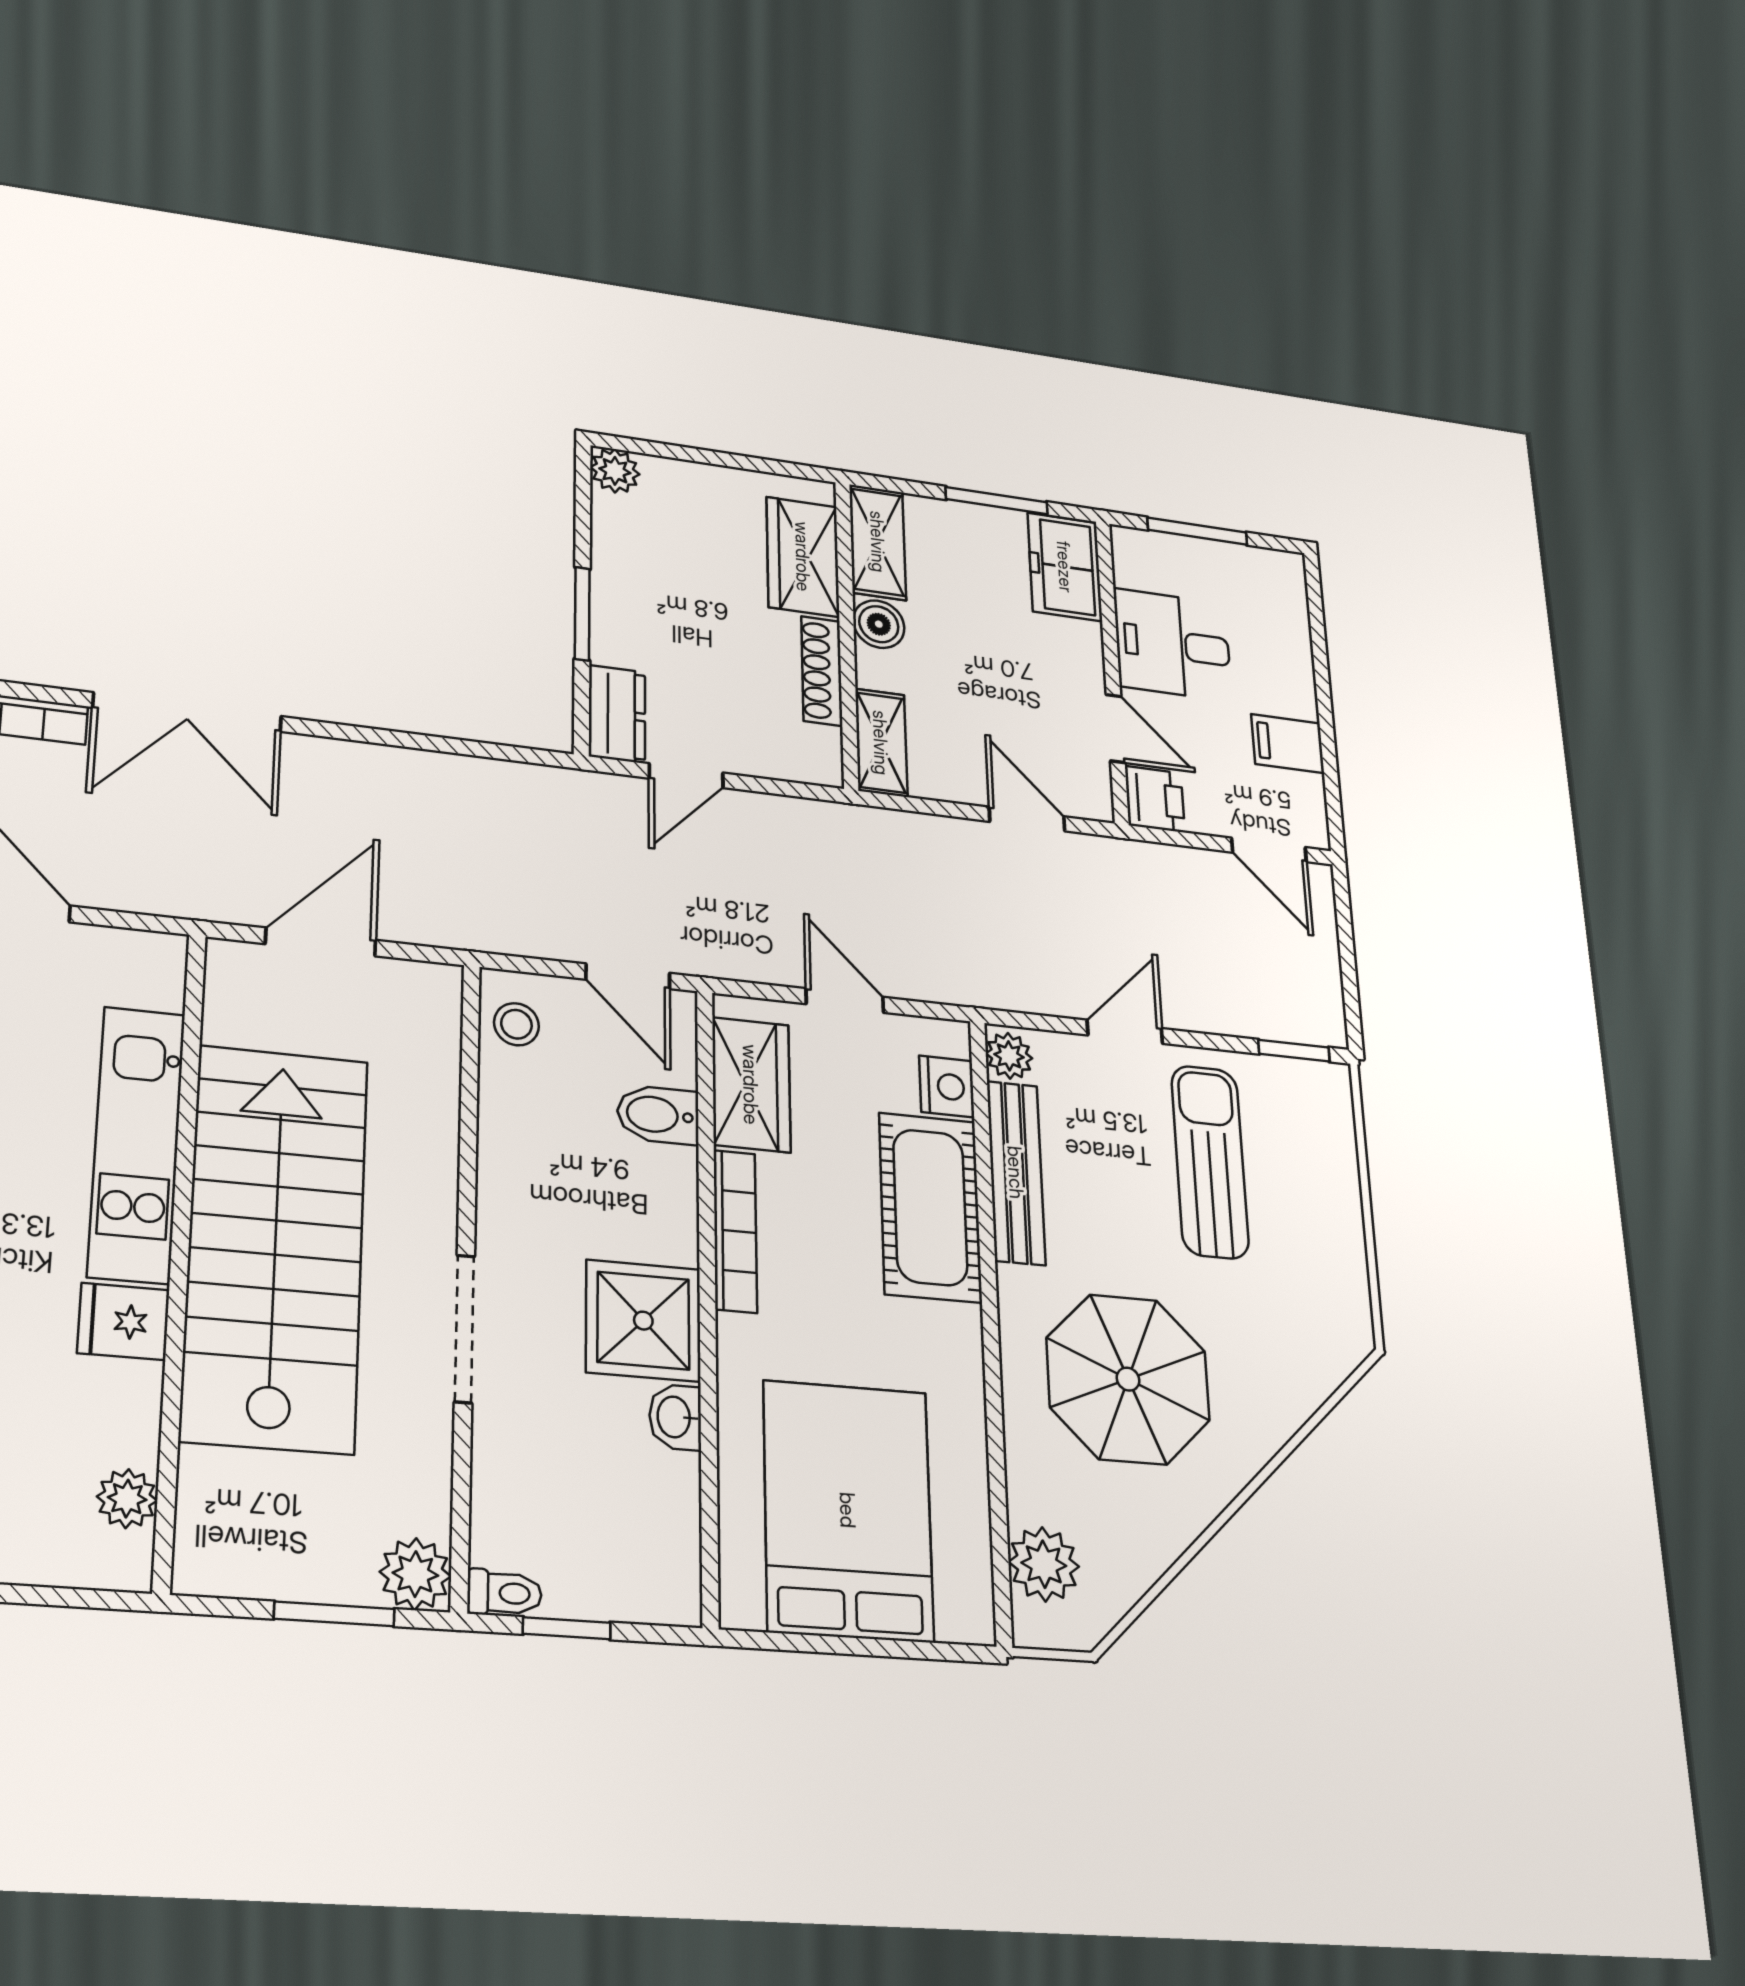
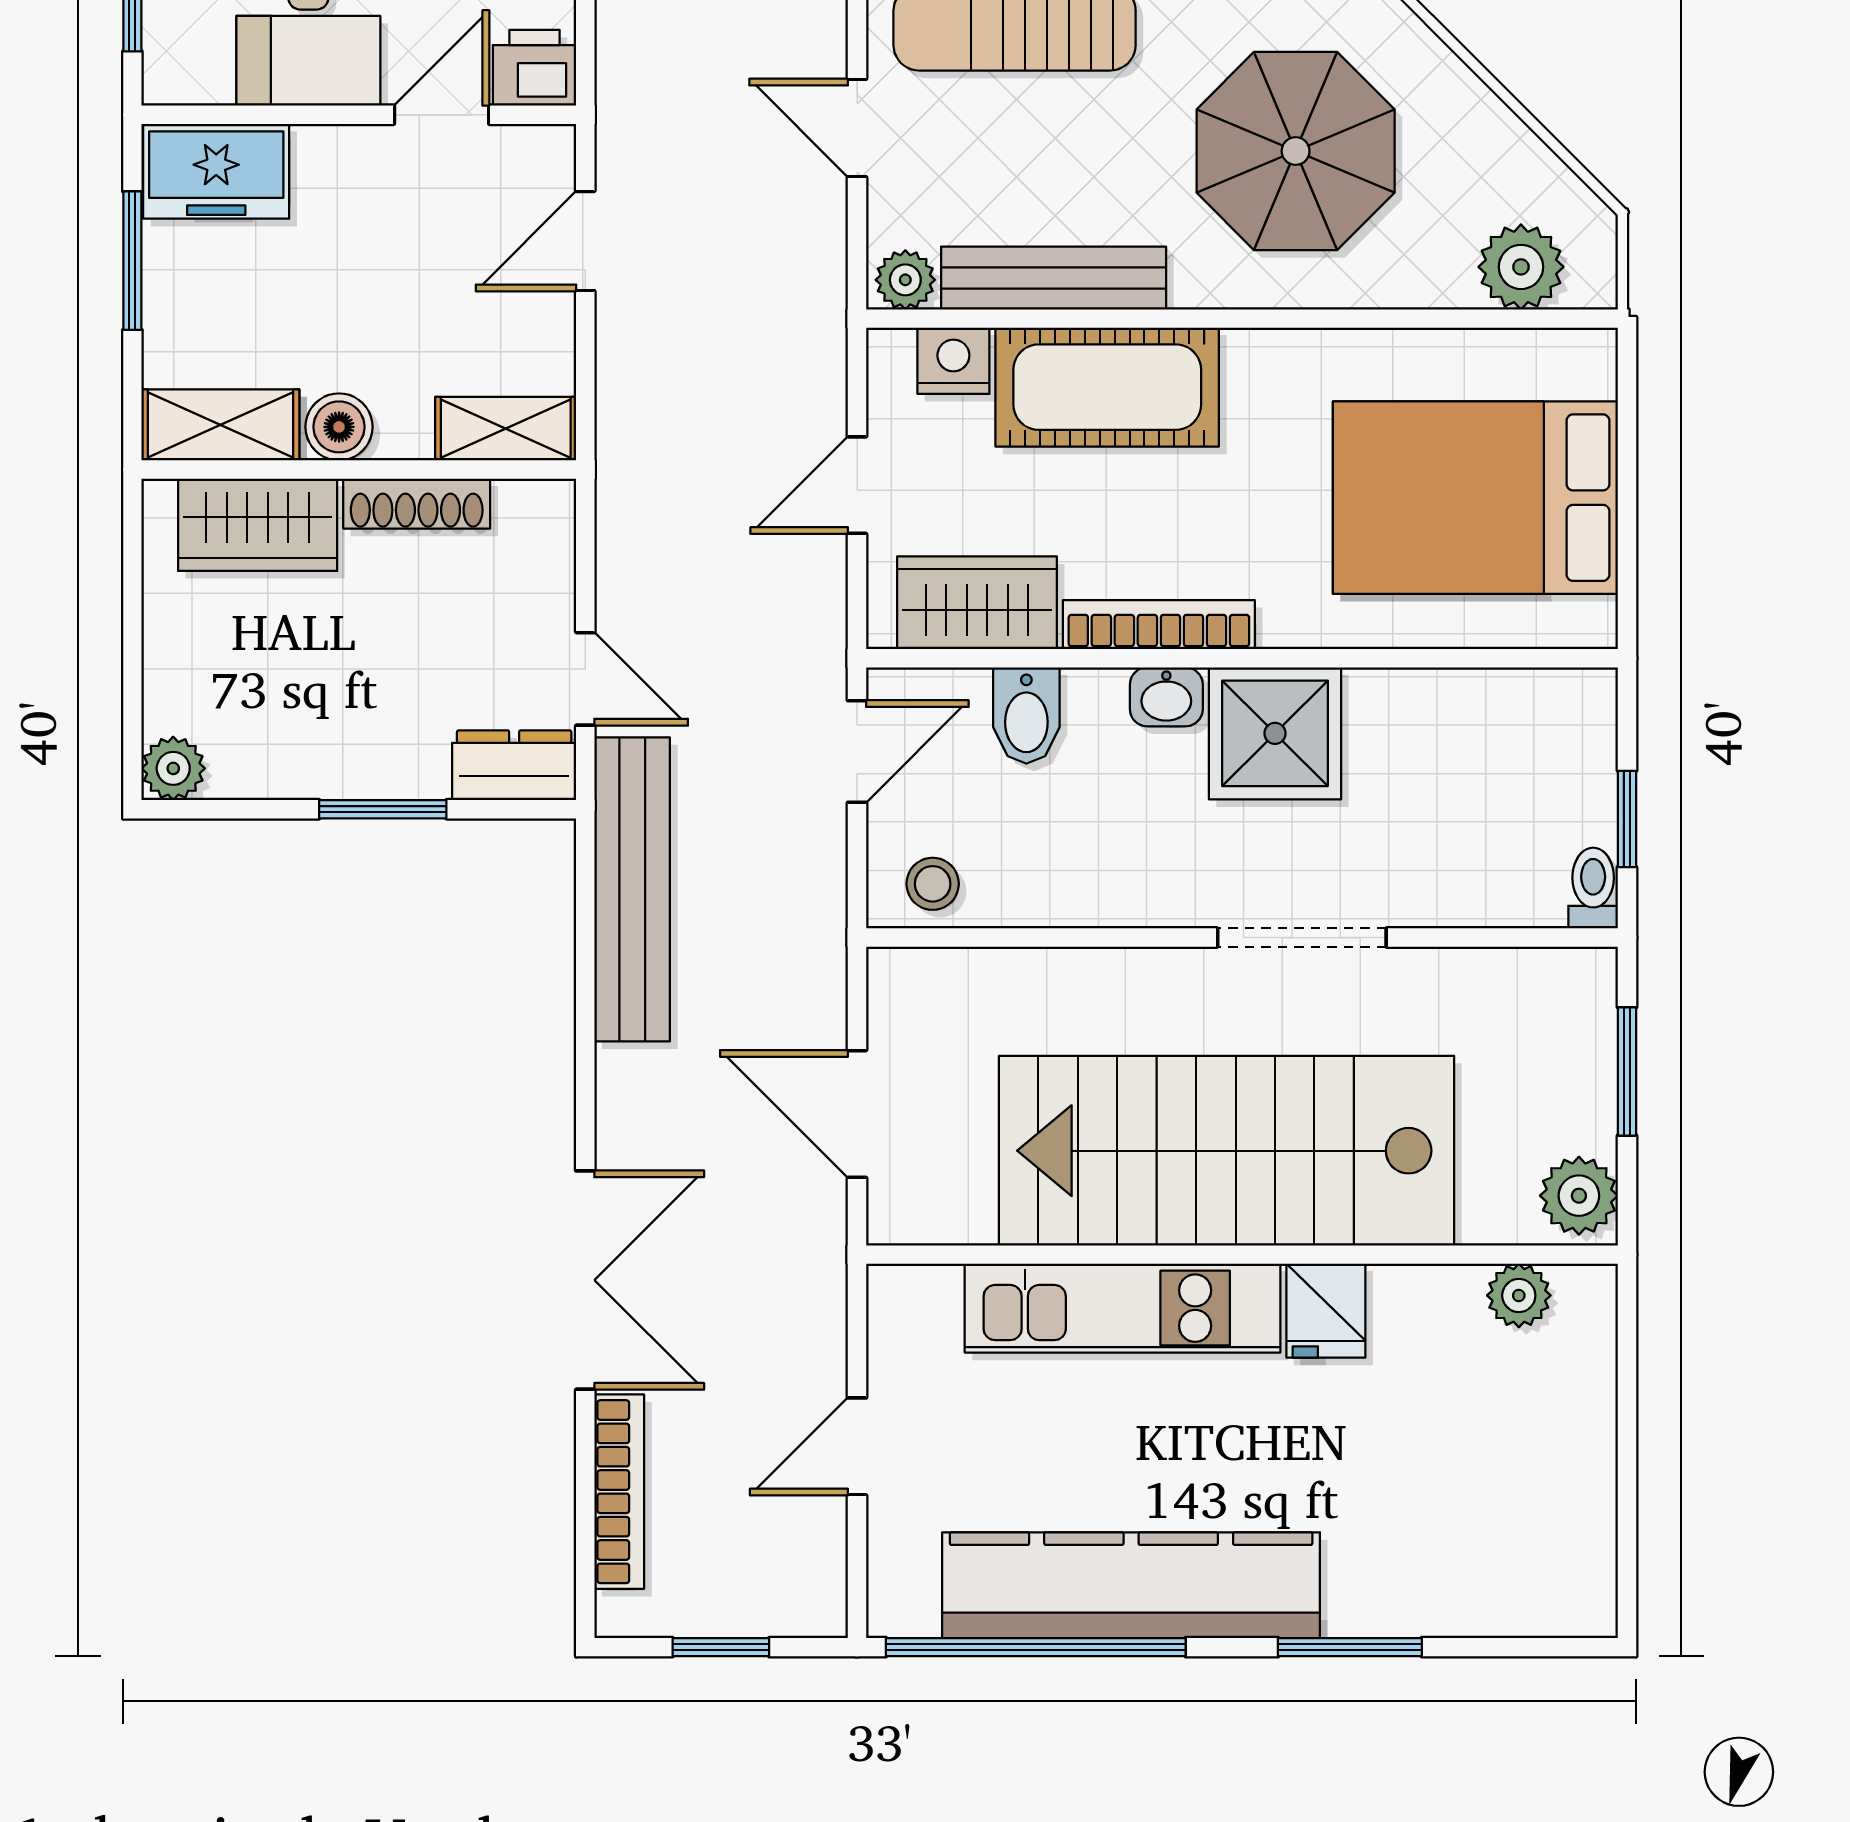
bench: (515, 789) -> (632, 889), added
washbasin: (675, 1417) -> (1166, 697), moved
plant: (415, 1574) -> (1579, 1196), moved

